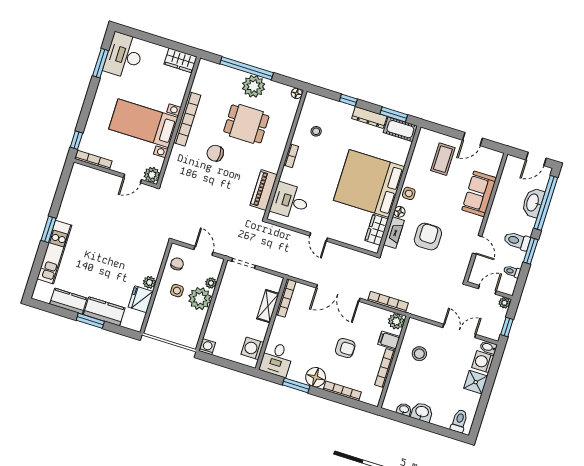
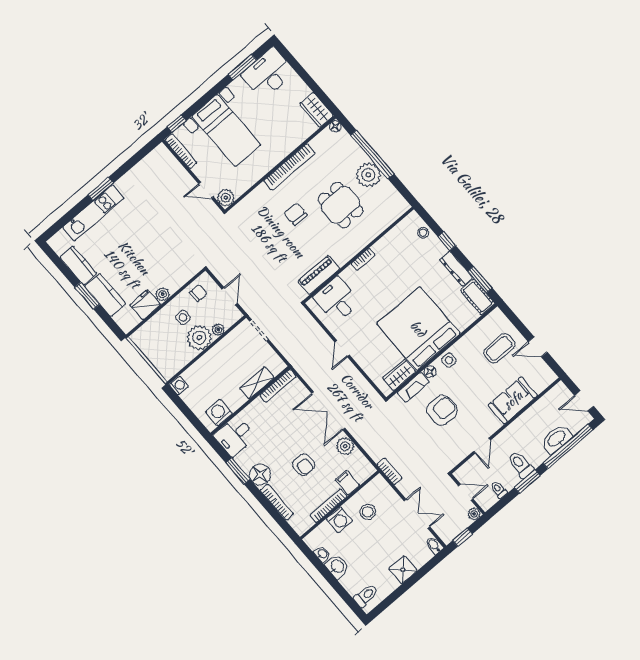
floor lamp: (297, 93) -> (335, 126), moved
bed with nightstands: (143, 123) -> (226, 131), moved, turned 180
stool: (316, 131) -> (423, 233), moved
bookcase: (388, 302) -> (390, 471), moved, width x0.64
plant: (396, 321) -> (345, 446), moved
washing machine: (483, 362) -> (339, 520), moved, turned 180

